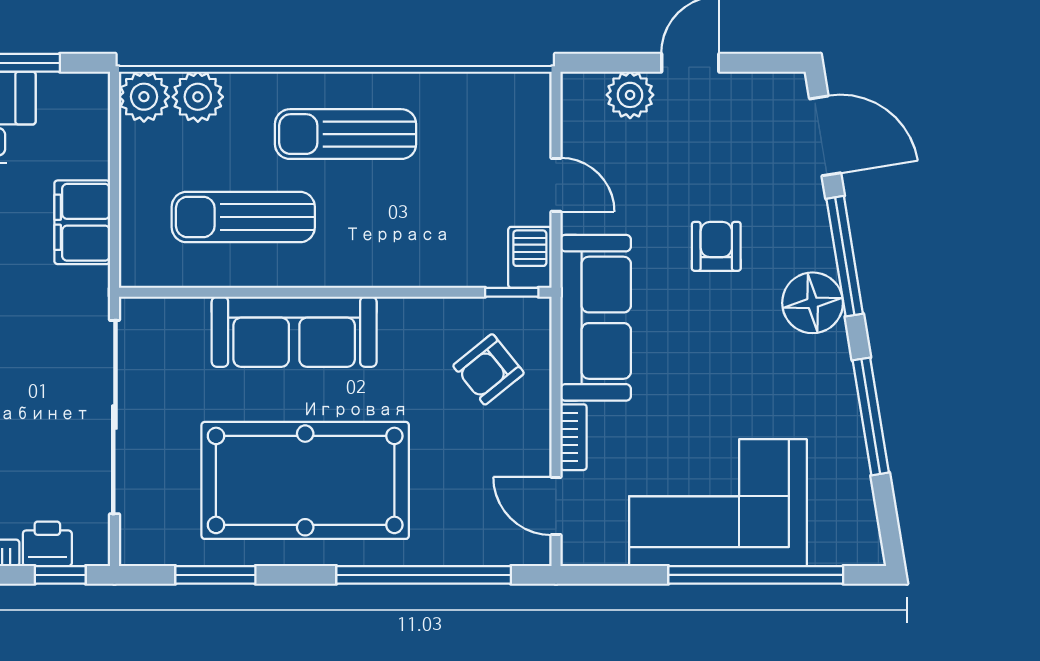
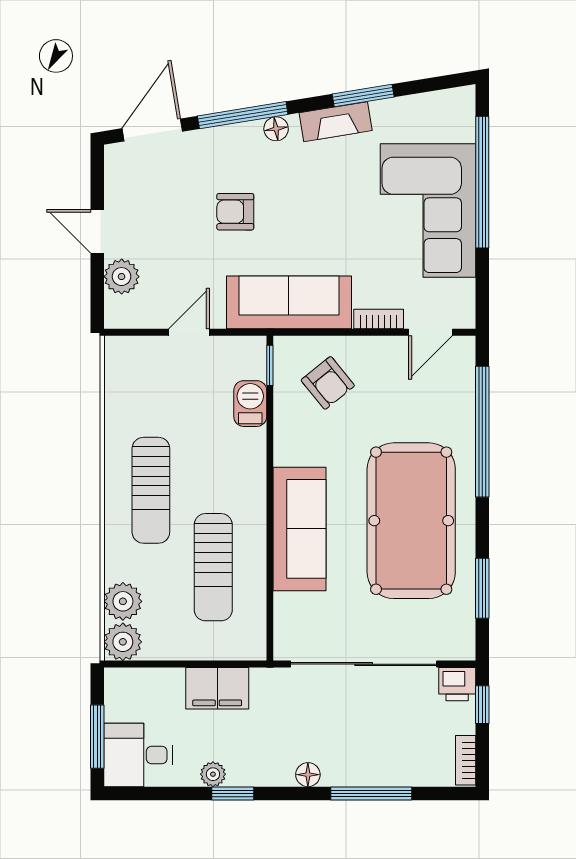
barbecue: (530, 257) -> (250, 404), moved, turned 90
floor lamp: (813, 303) -> (276, 129), width x0.53, depth x0.53
fireplace: (836, 380) -> (336, 122), added
window: (871, 416) -> (363, 96), width x0.69
printer: (47, 544) -> (457, 684), moved, turned -90

